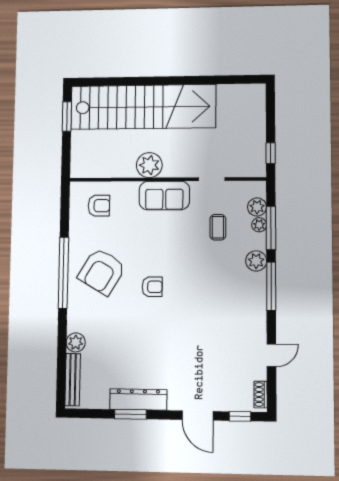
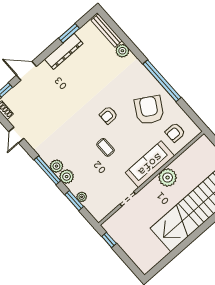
sofa: (164, 196) -> (150, 164), width x1.36
plant: (257, 207) -> (56, 166), moved
coffee table: (218, 227) -> (106, 147), moved
window: (271, 228) -> (74, 201), width x0.69
armchair: (102, 272) -> (149, 110), moved
window: (130, 414) -> (69, 33), moved

